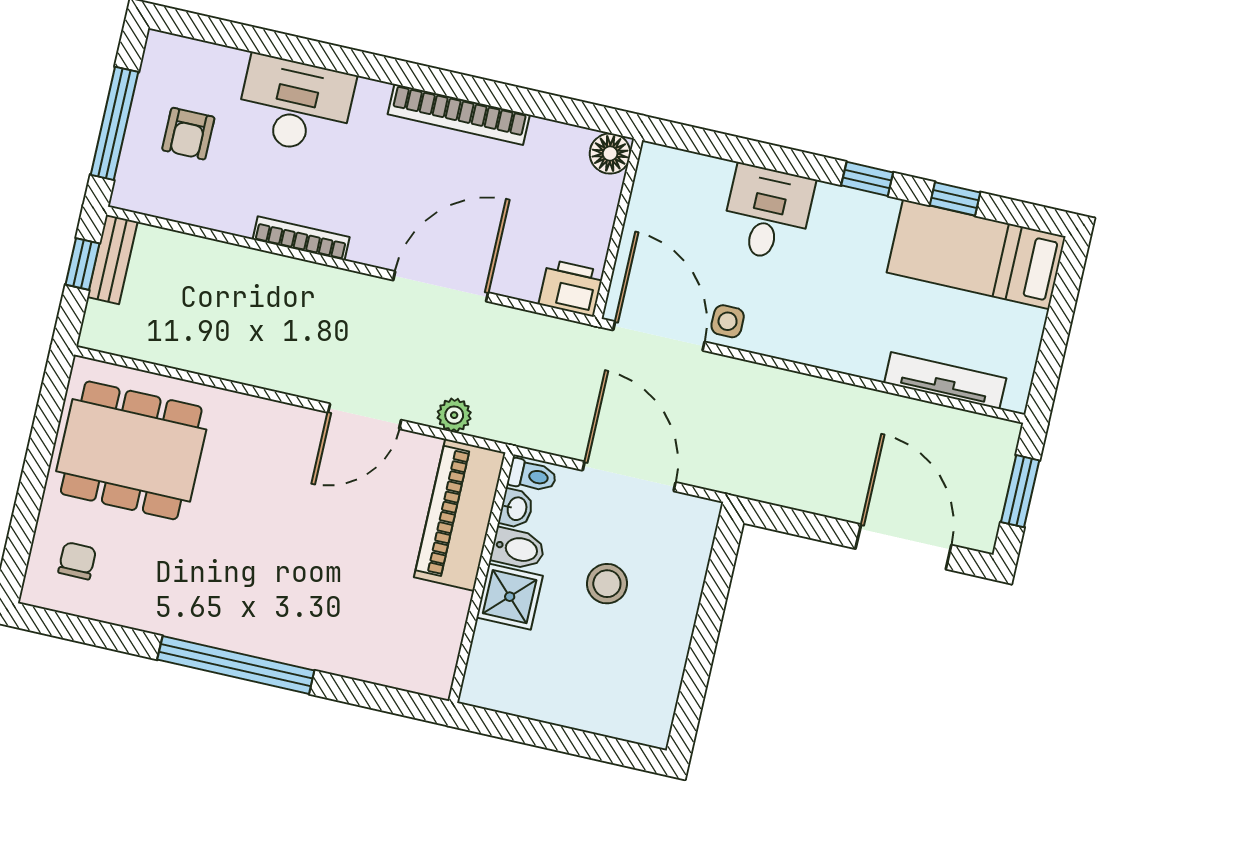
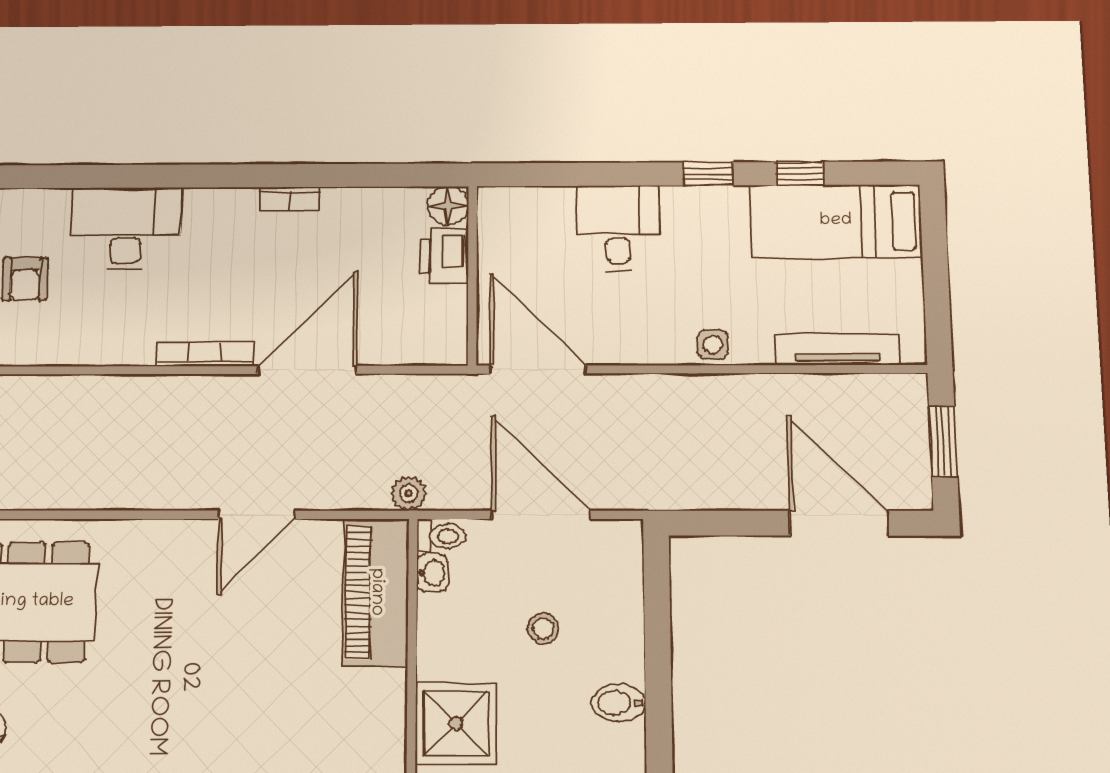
bookcase: (459, 115) -> (290, 199), width x0.43, depth x0.76
bookcase: (301, 238) -> (205, 354), moved
printer: (571, 288) -> (444, 256), moved, turned -90
side table: (728, 321) -> (713, 344), moved
plant: (454, 415) -> (409, 493), moved
bidet: (518, 549) -> (619, 703), moved, turned 180
stool: (607, 584) -> (543, 629), width x0.73, depth x0.73
shower: (510, 597) -> (456, 724), moved, width x1.36, depth x1.36

